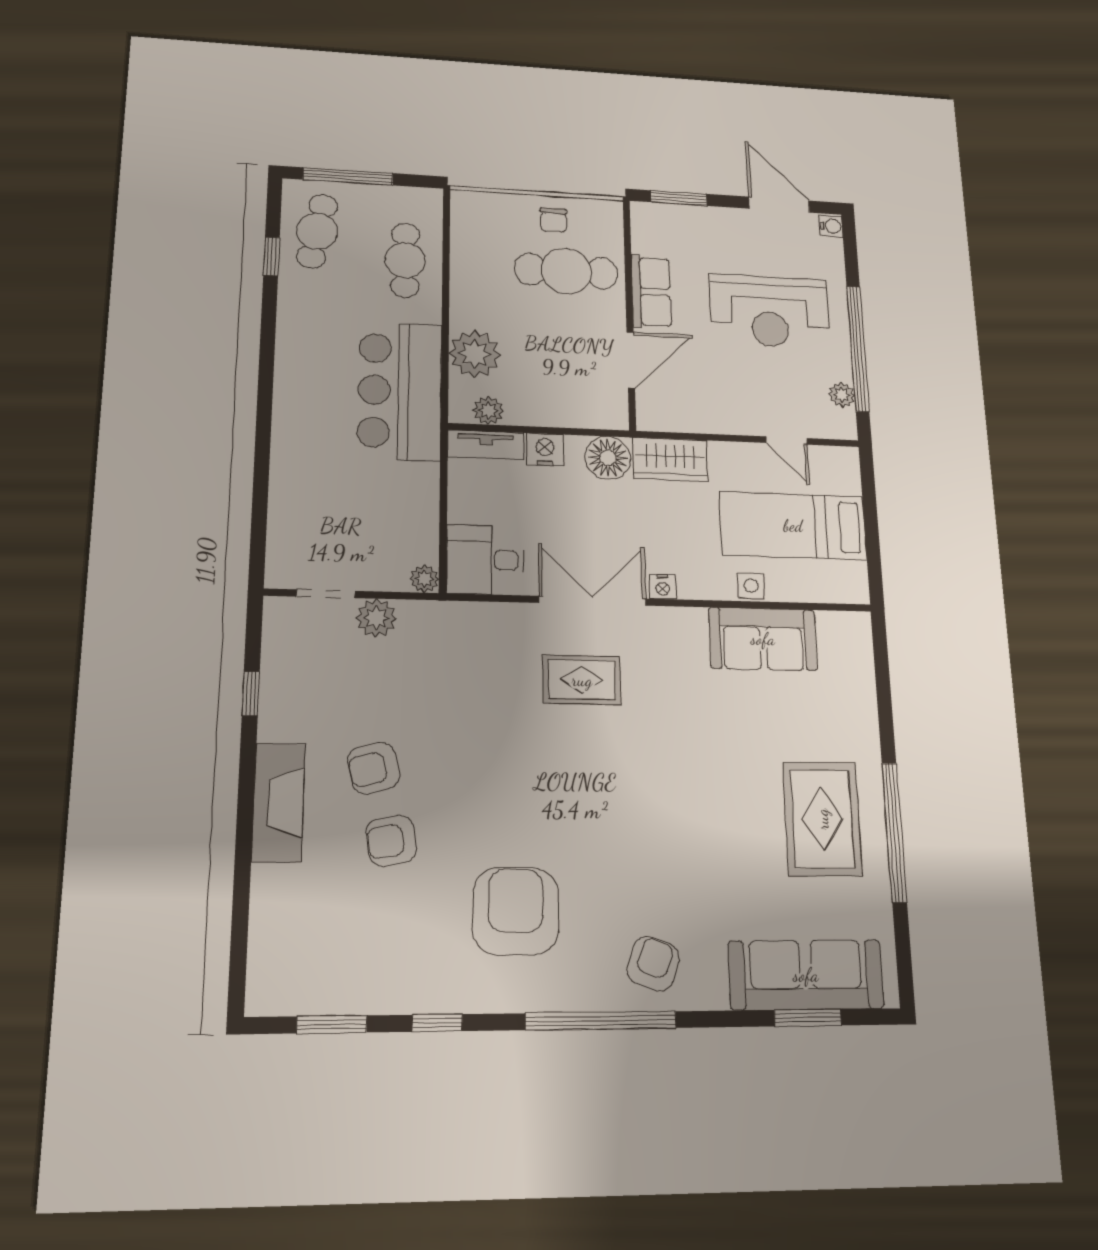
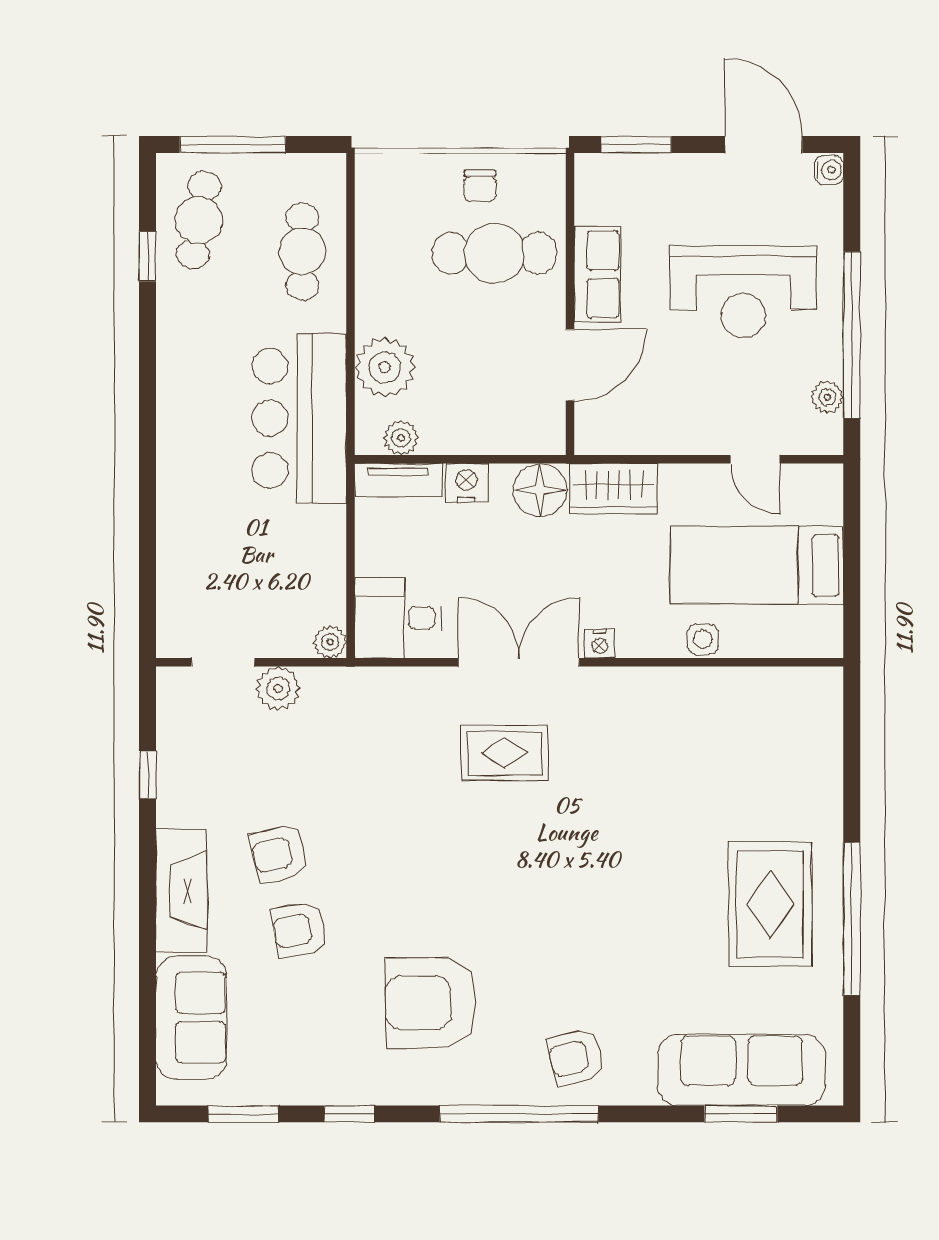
sofa: (763, 639) -> (191, 1018), moved, turned -90
armchair: (516, 911) -> (431, 1003), turned -90
armchair: (653, 964) -> (576, 1057), turned -124

